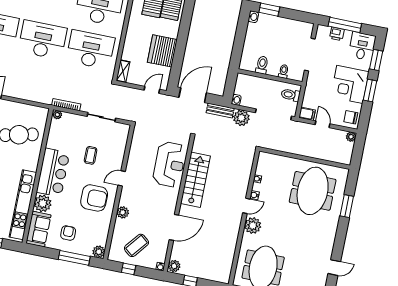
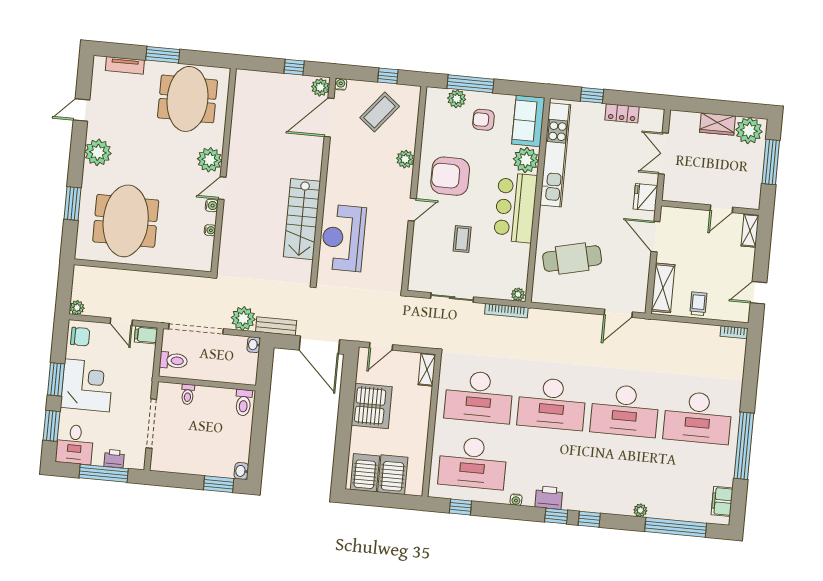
toilet: (262, 65) -> (244, 403), moved
door: (193, 95) -> (319, 345), hinge flipped
door: (174, 227) -> (329, 117), moved
armchair: (68, 233) -> (483, 120), turned 90
plant: (326, 238) -> (98, 152), added
plant: (99, 252) -> (457, 99), moved

